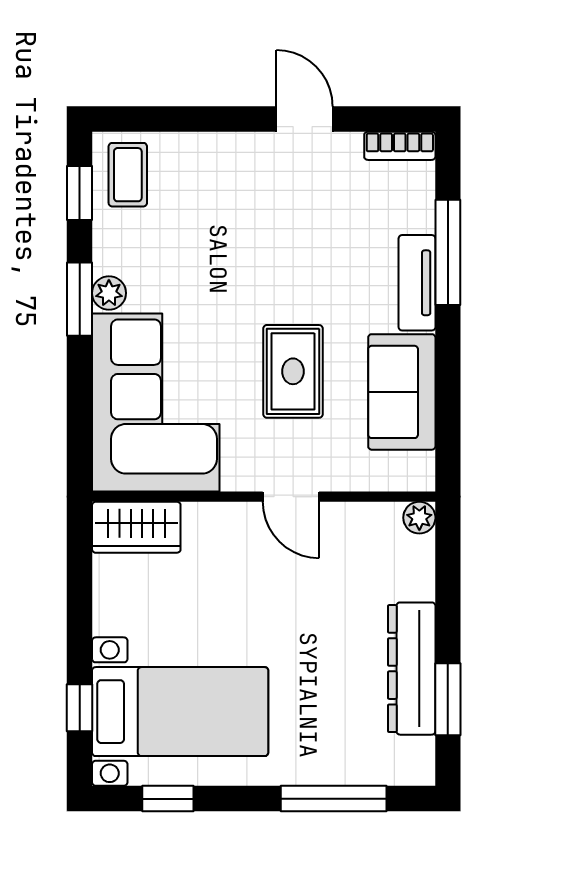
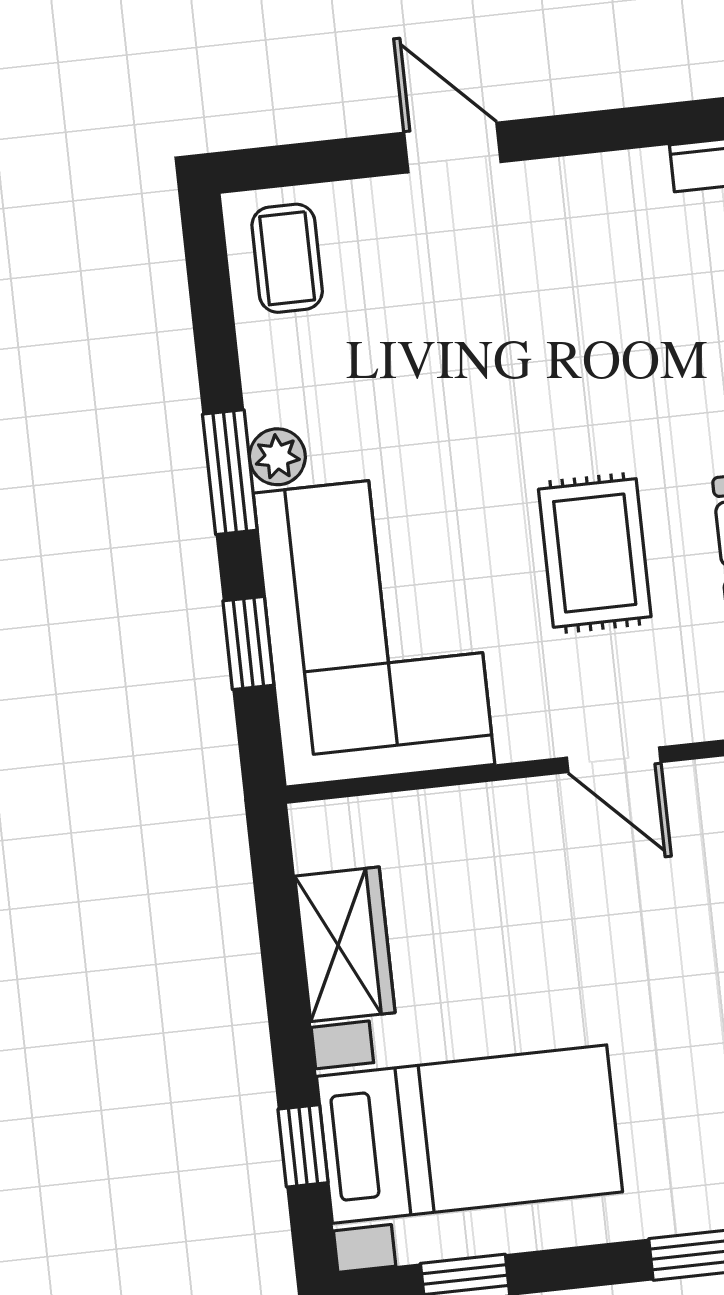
door: (305, 119) -> (452, 147), moved
window: (80, 193) -> (248, 643), moved
wardrobe: (136, 527) -> (345, 944), moved, turned -90

